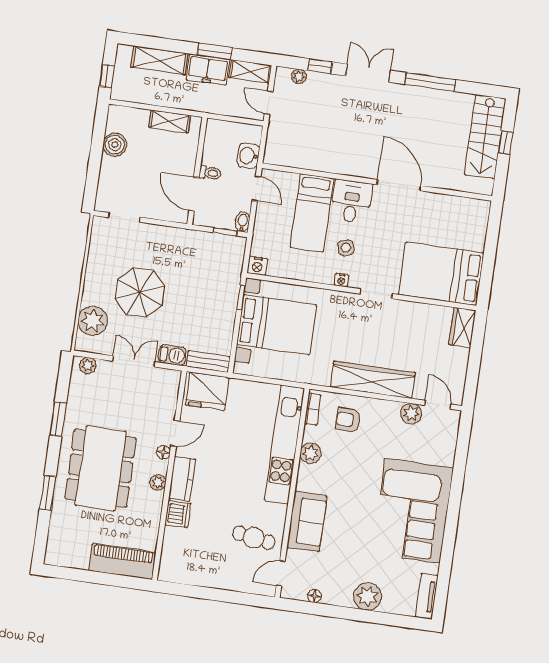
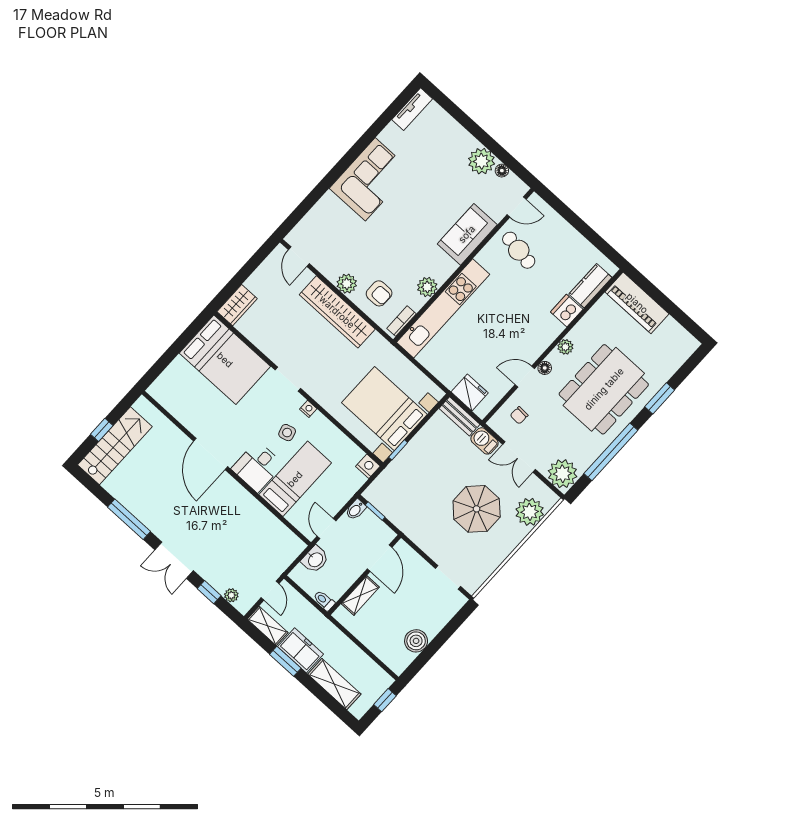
shelving: (170, 121) -> (360, 595), moved, turned 90
toilet: (210, 173) -> (324, 601), moved
plant: (88, 365) -> (562, 474), width x1.87, depth x1.87
fridge: (207, 391) -> (470, 392), width x0.73, depth x0.75
chair: (158, 397) -> (519, 415), added
plant: (411, 414) -> (347, 284), moved
window: (58, 419) -> (611, 452), width x2.11
kitchen counter: (182, 479) -> (590, 286), moved
corner sofa: (413, 511) -> (370, 179), width x0.73, depth x0.74
plant: (367, 596) -> (481, 161), moved

